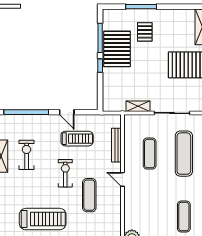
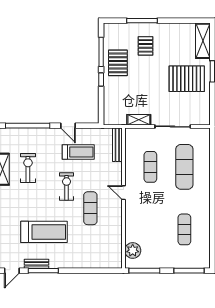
pallet: (117, 49) -> (118, 63), width x0.73, depth x0.71
bench: (116, 145) -> (117, 145), moved

